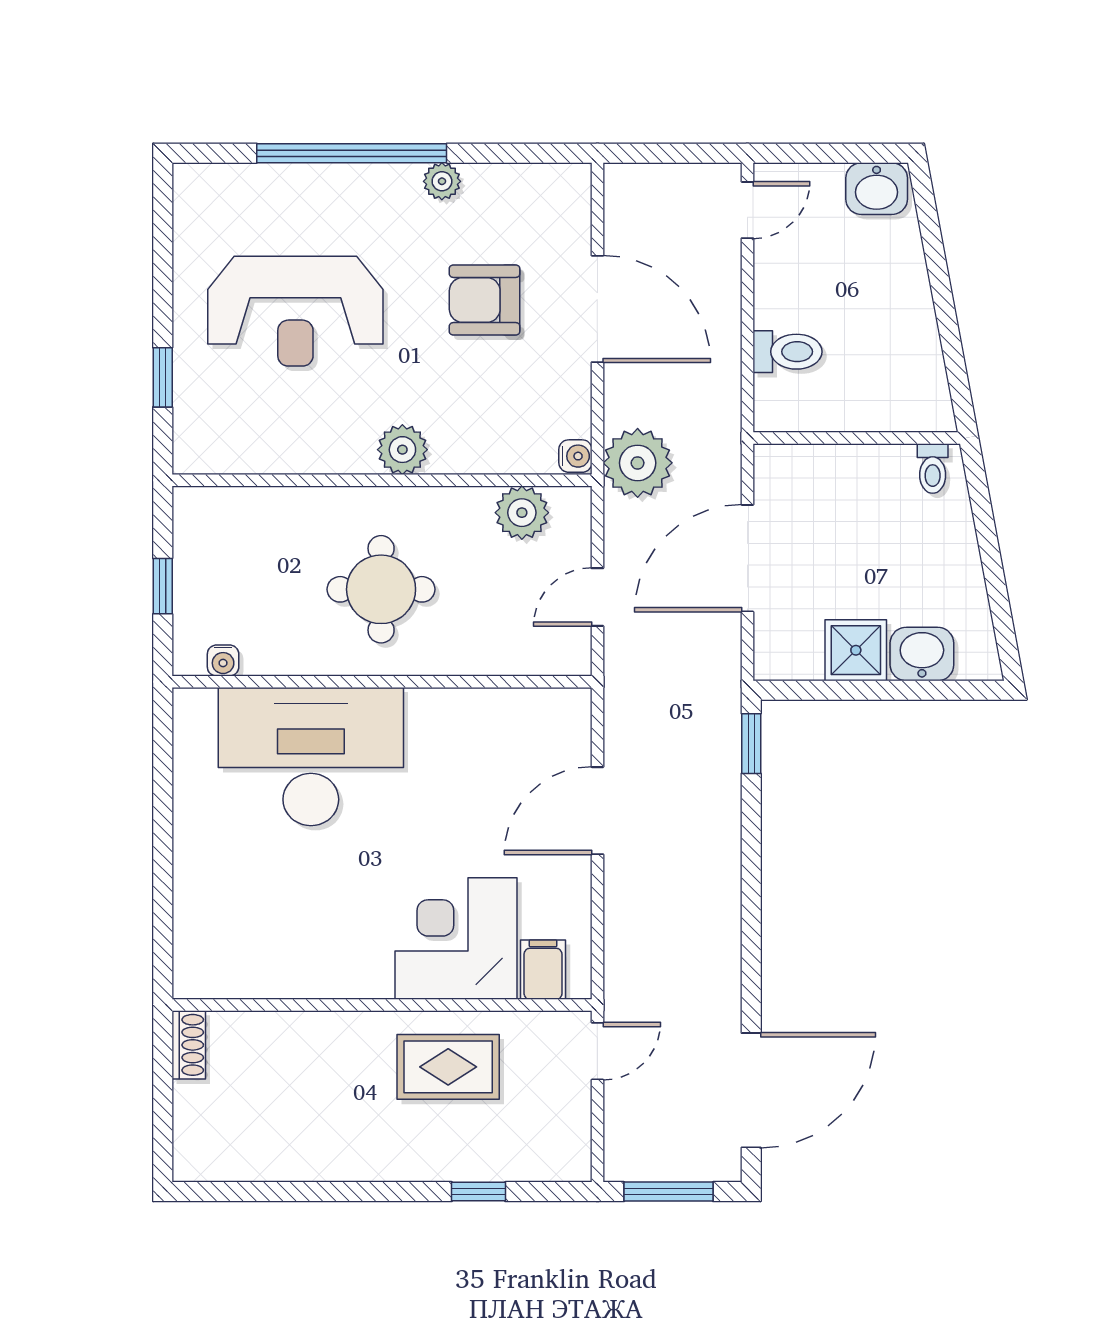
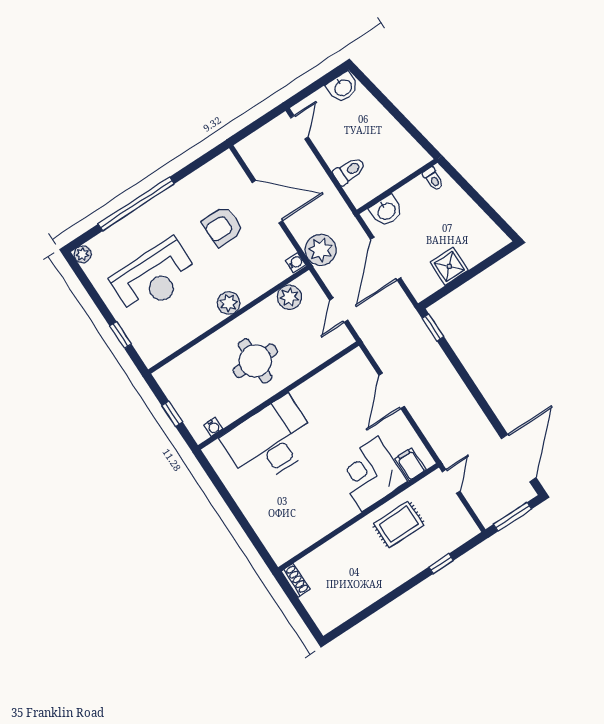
plant: (442, 181) -> (83, 254), moved
washbasin: (922, 654) -> (386, 211), moved, turned 180

